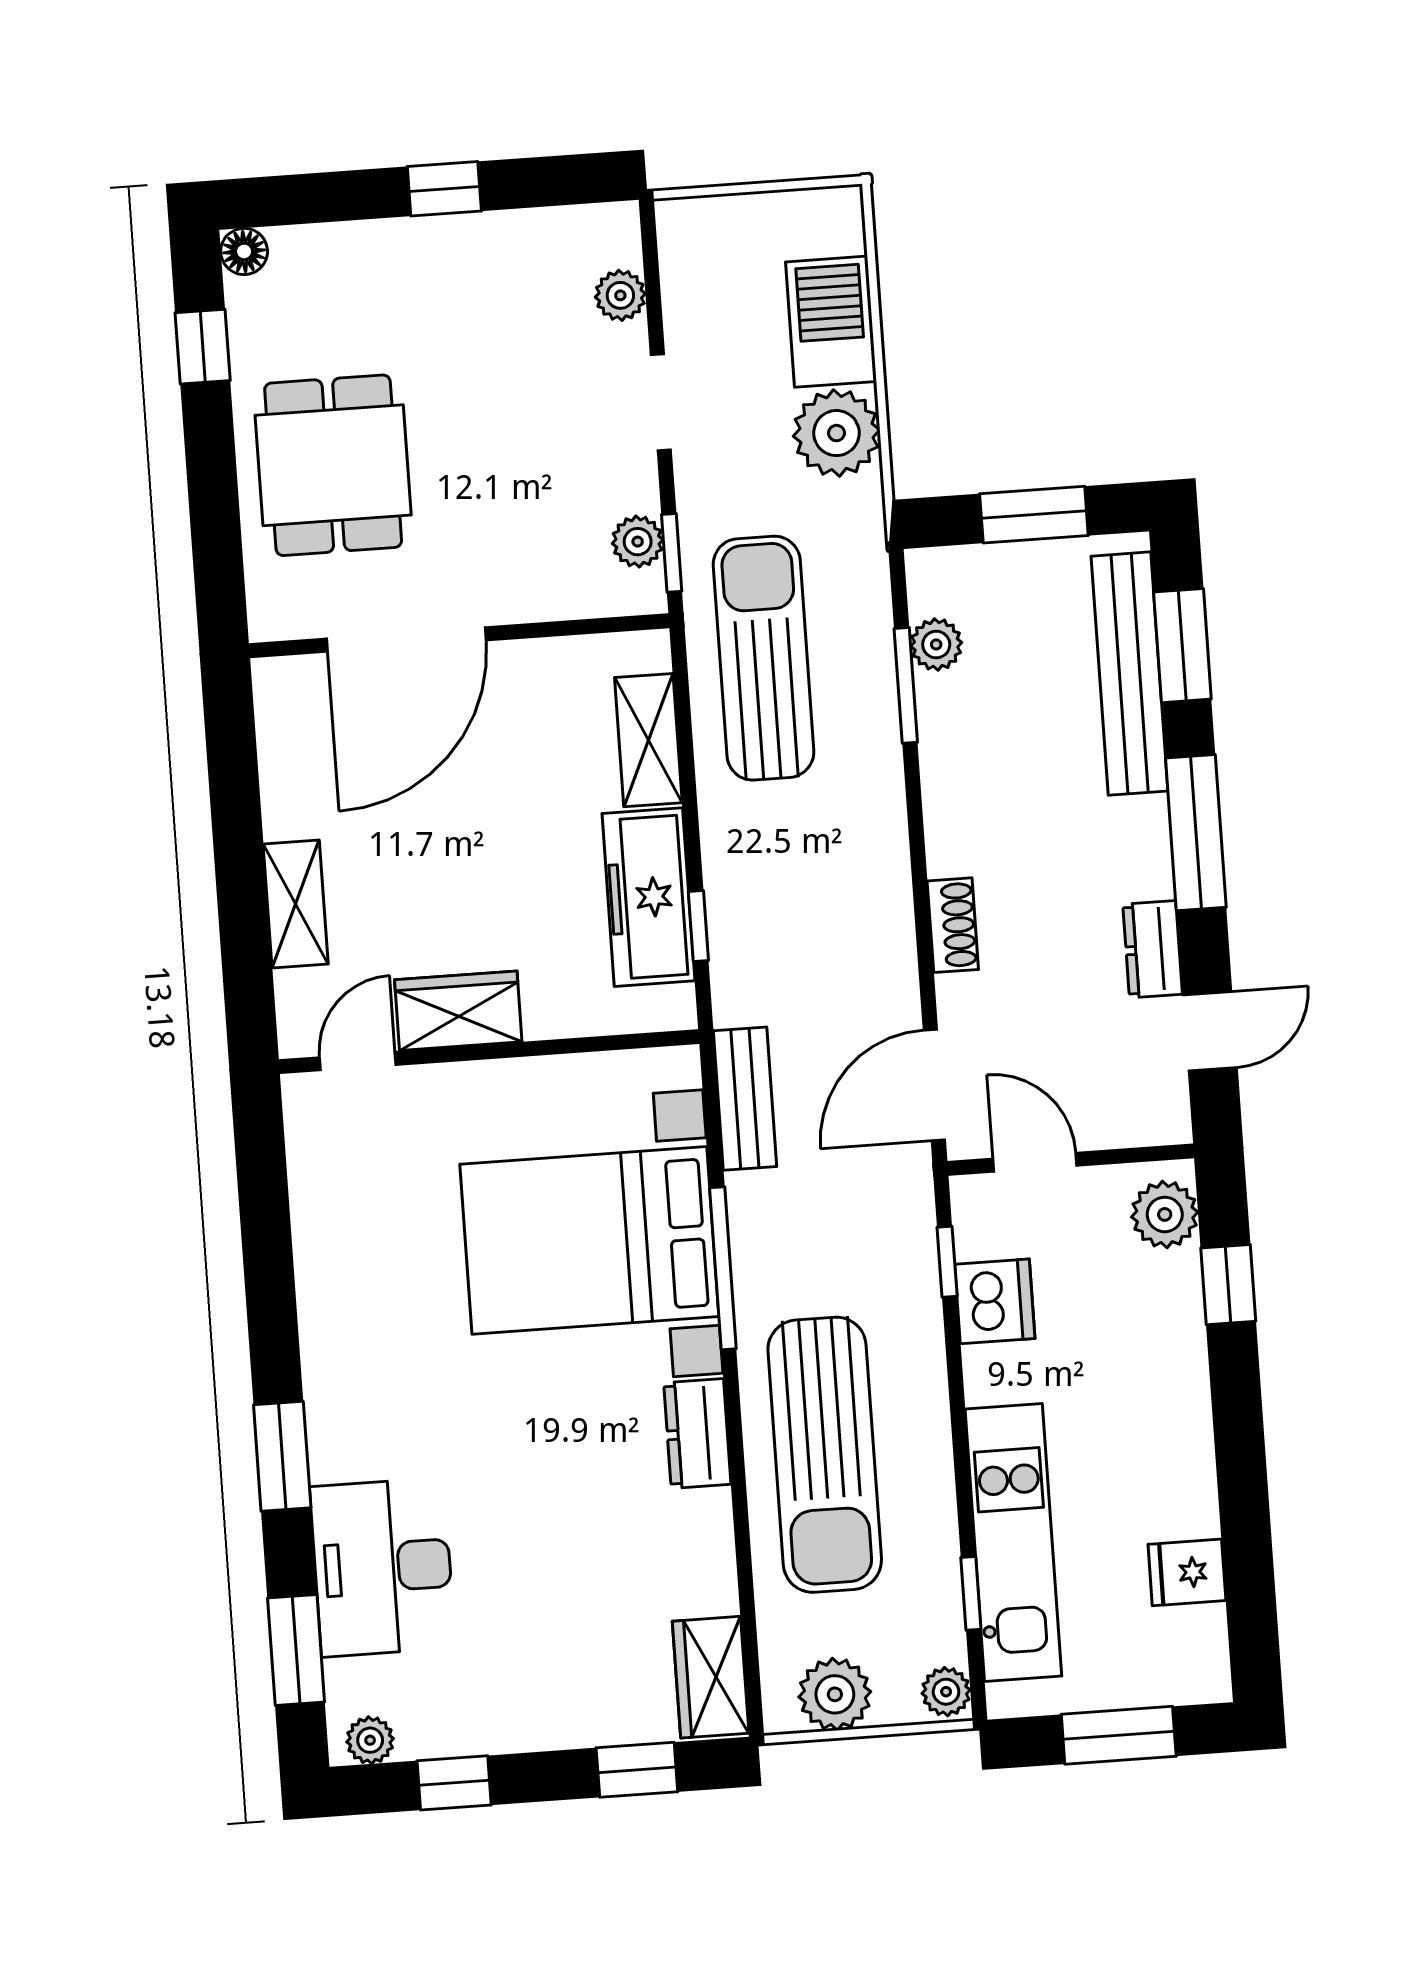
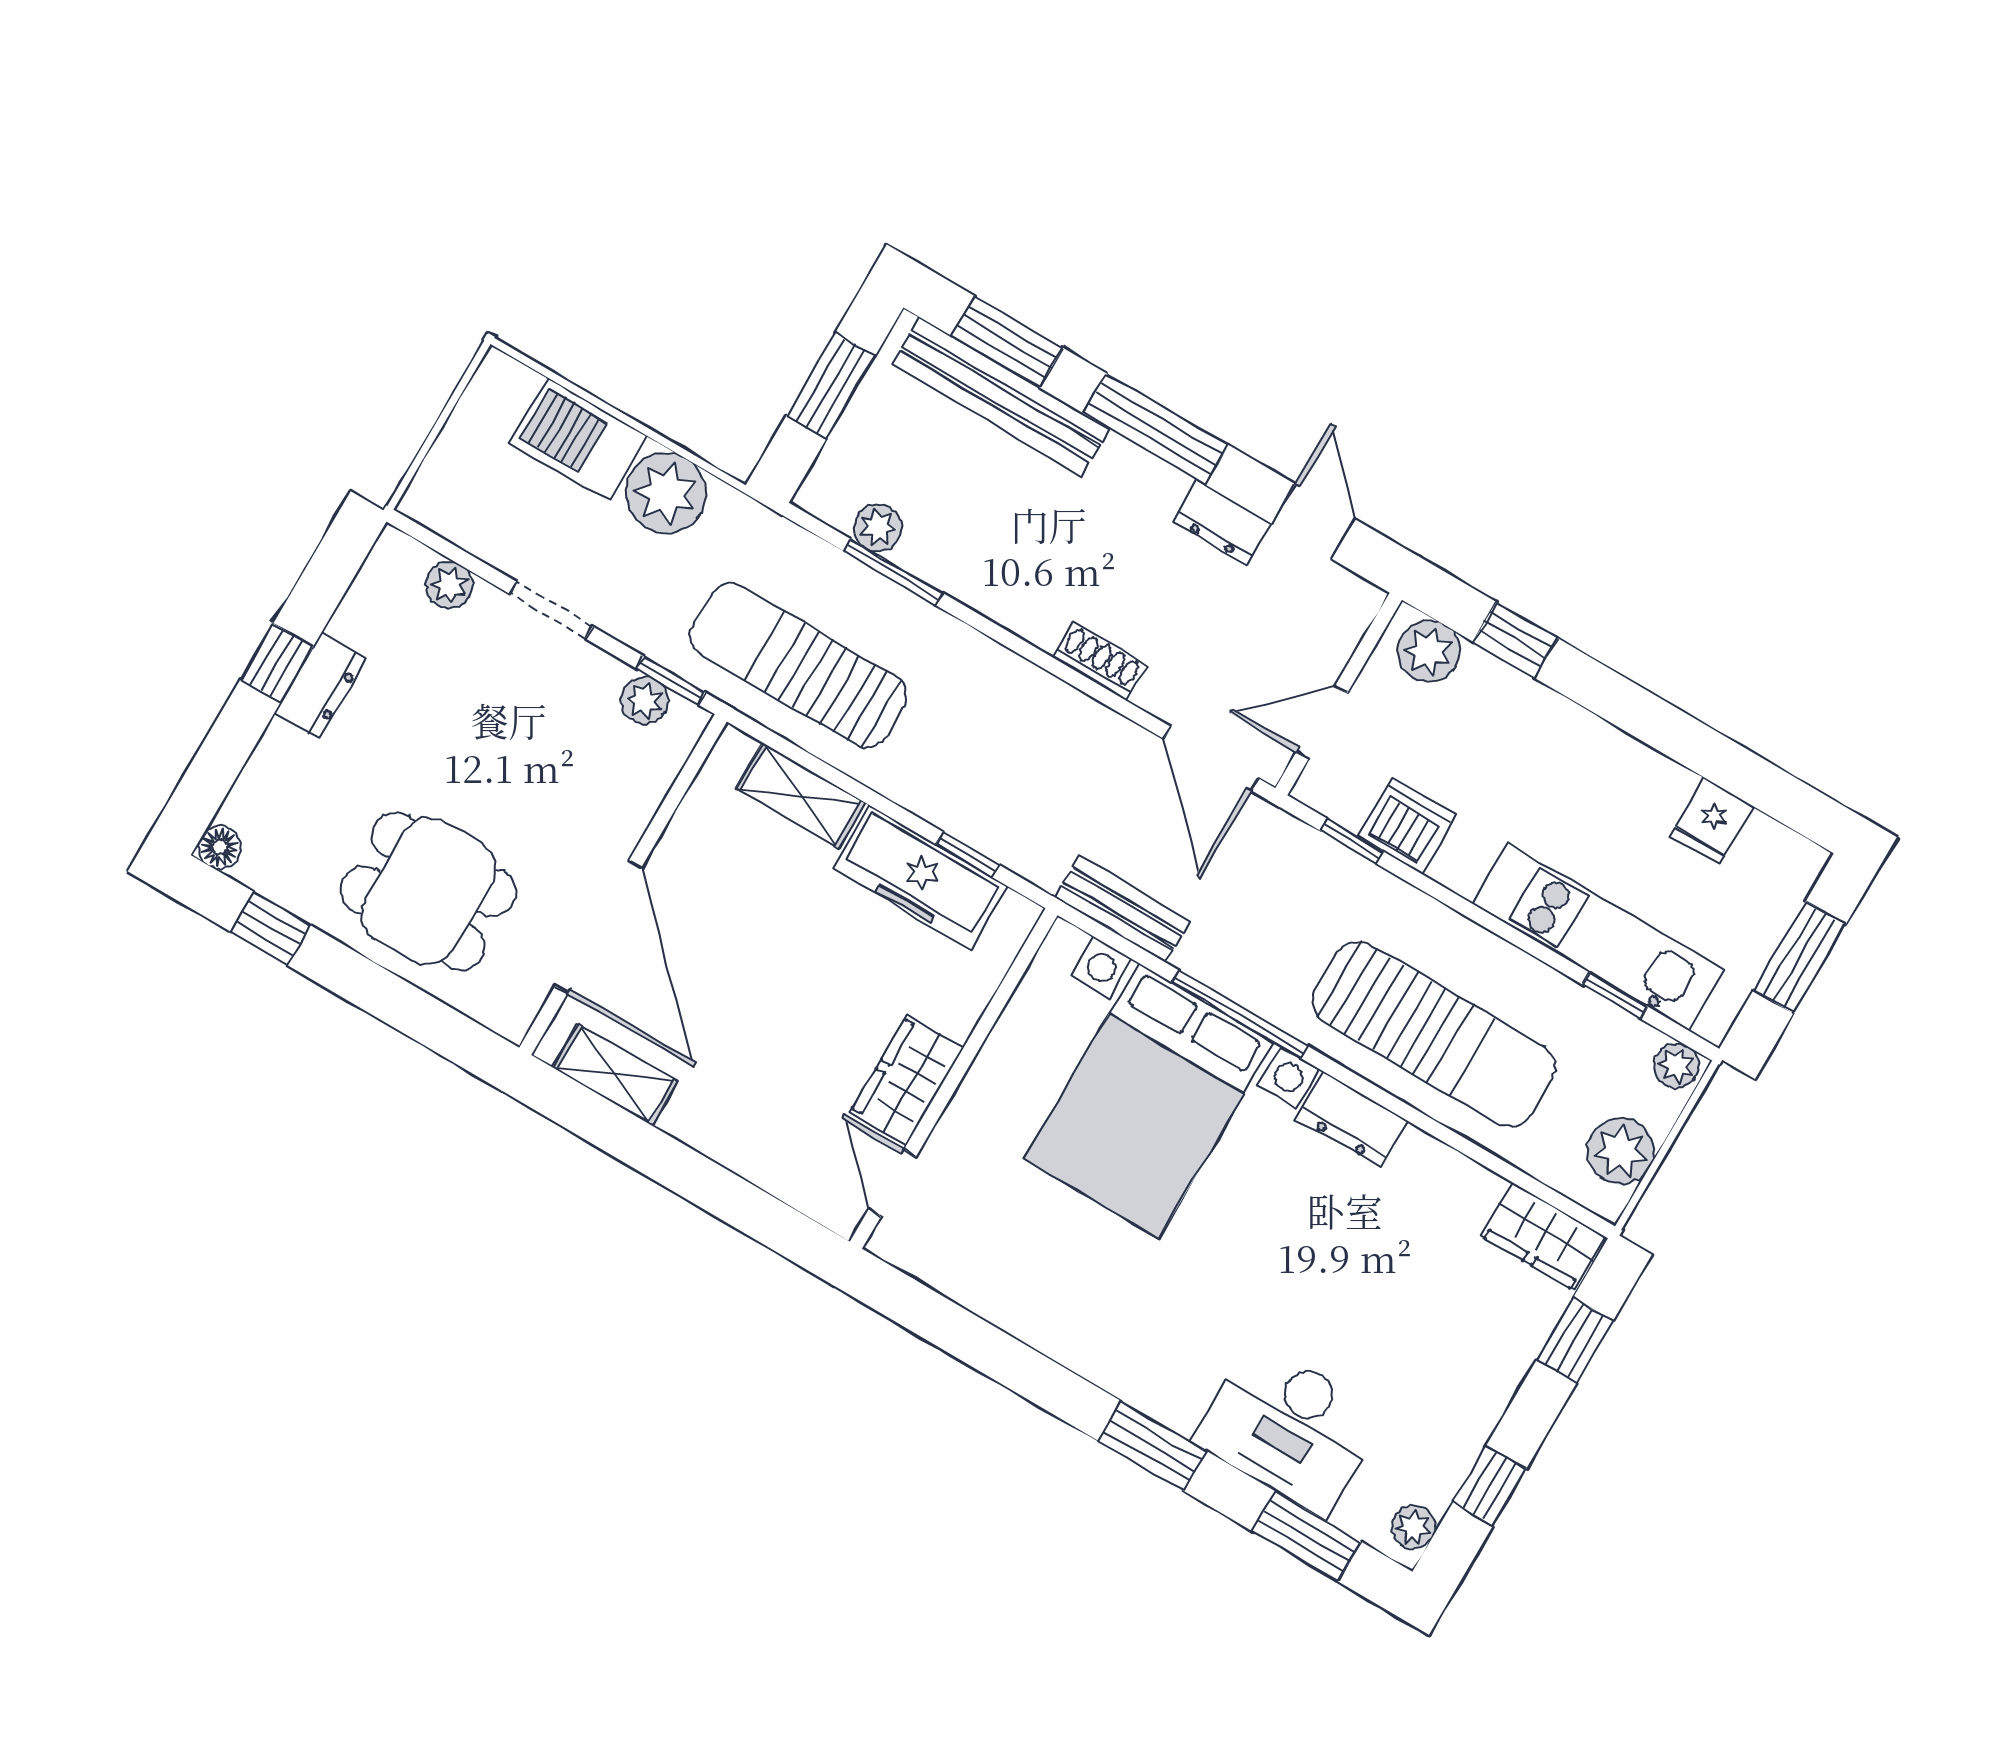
dresser: (451, 242) -> (320, 686), added
shelving: (296, 904) -> (615, 1074), moved

